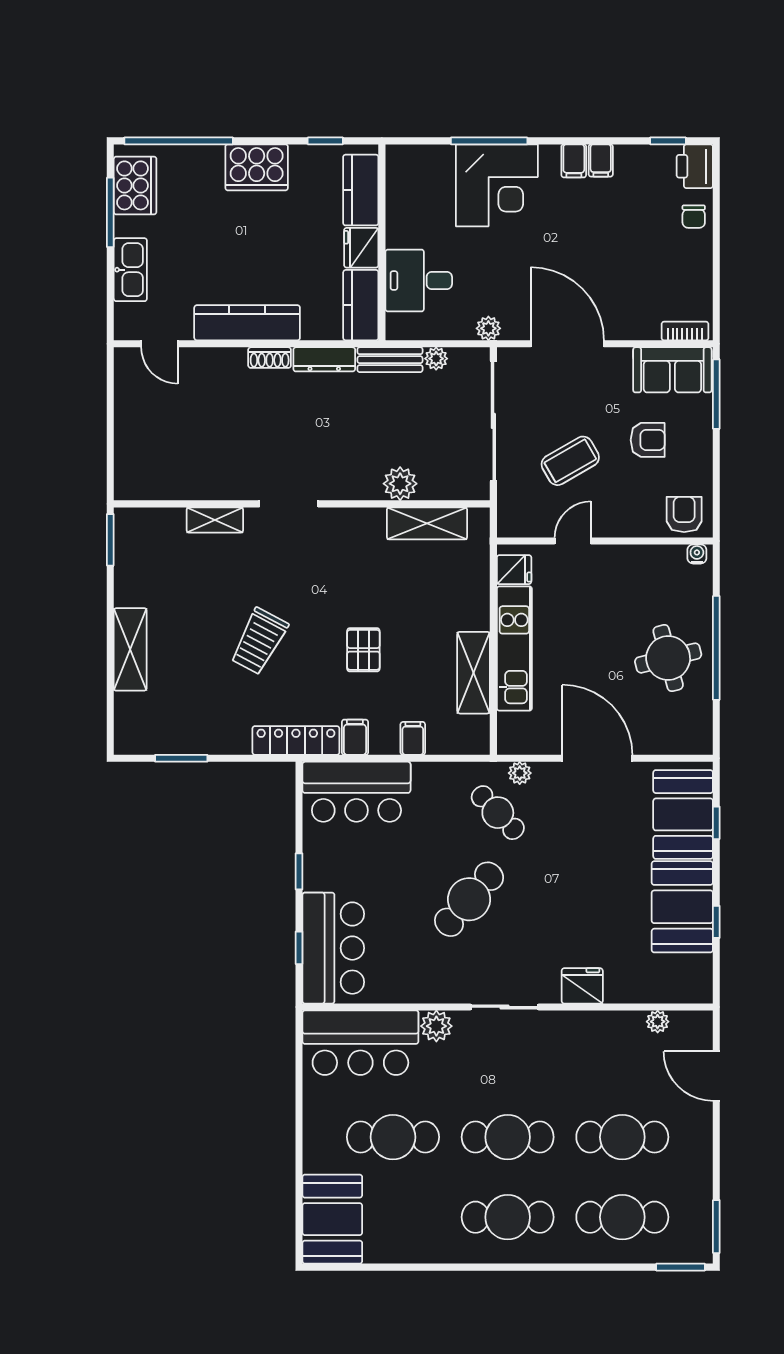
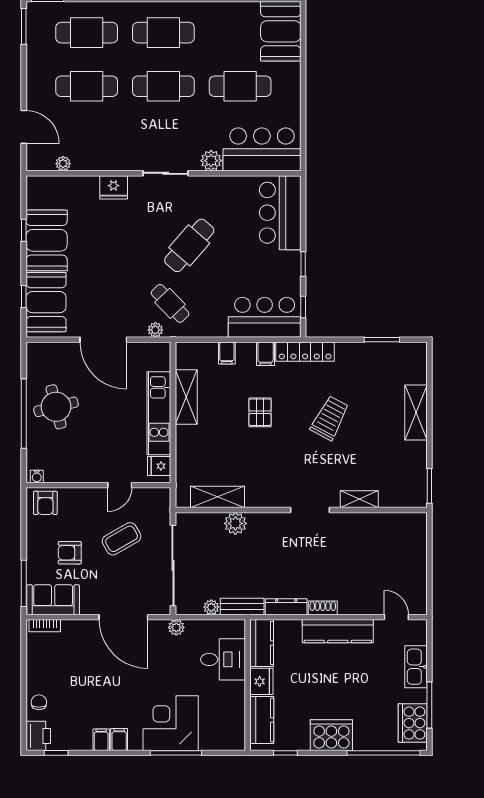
window: (299, 948) -> (303, 307), moved

